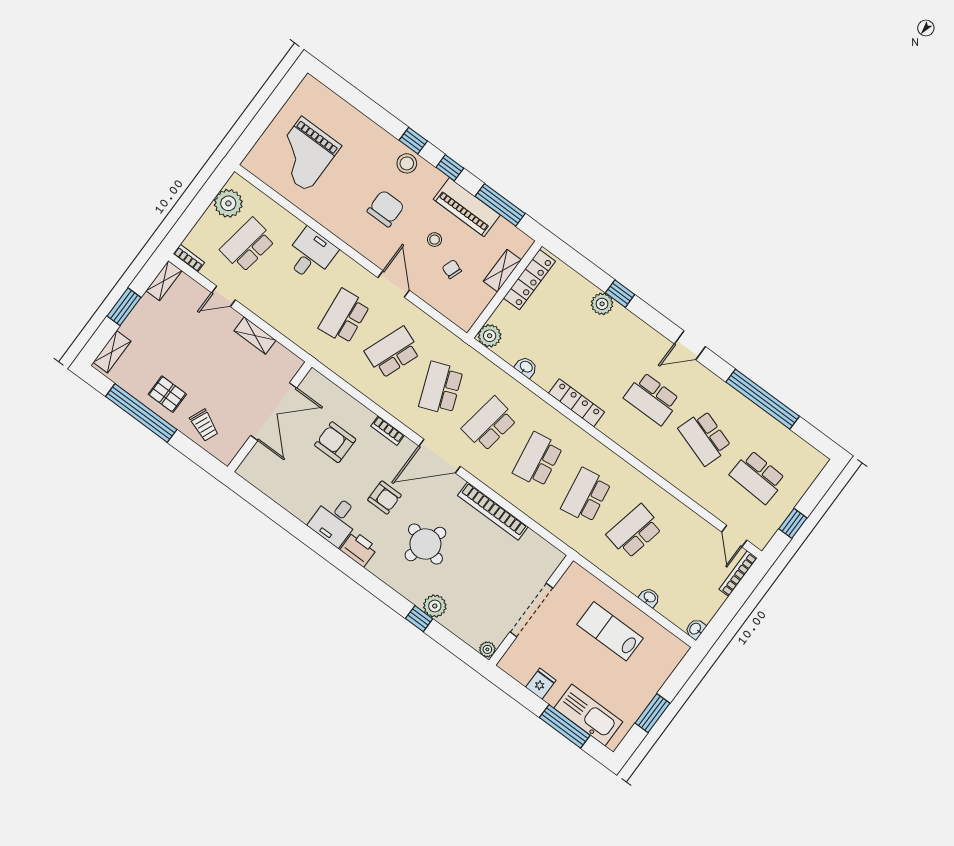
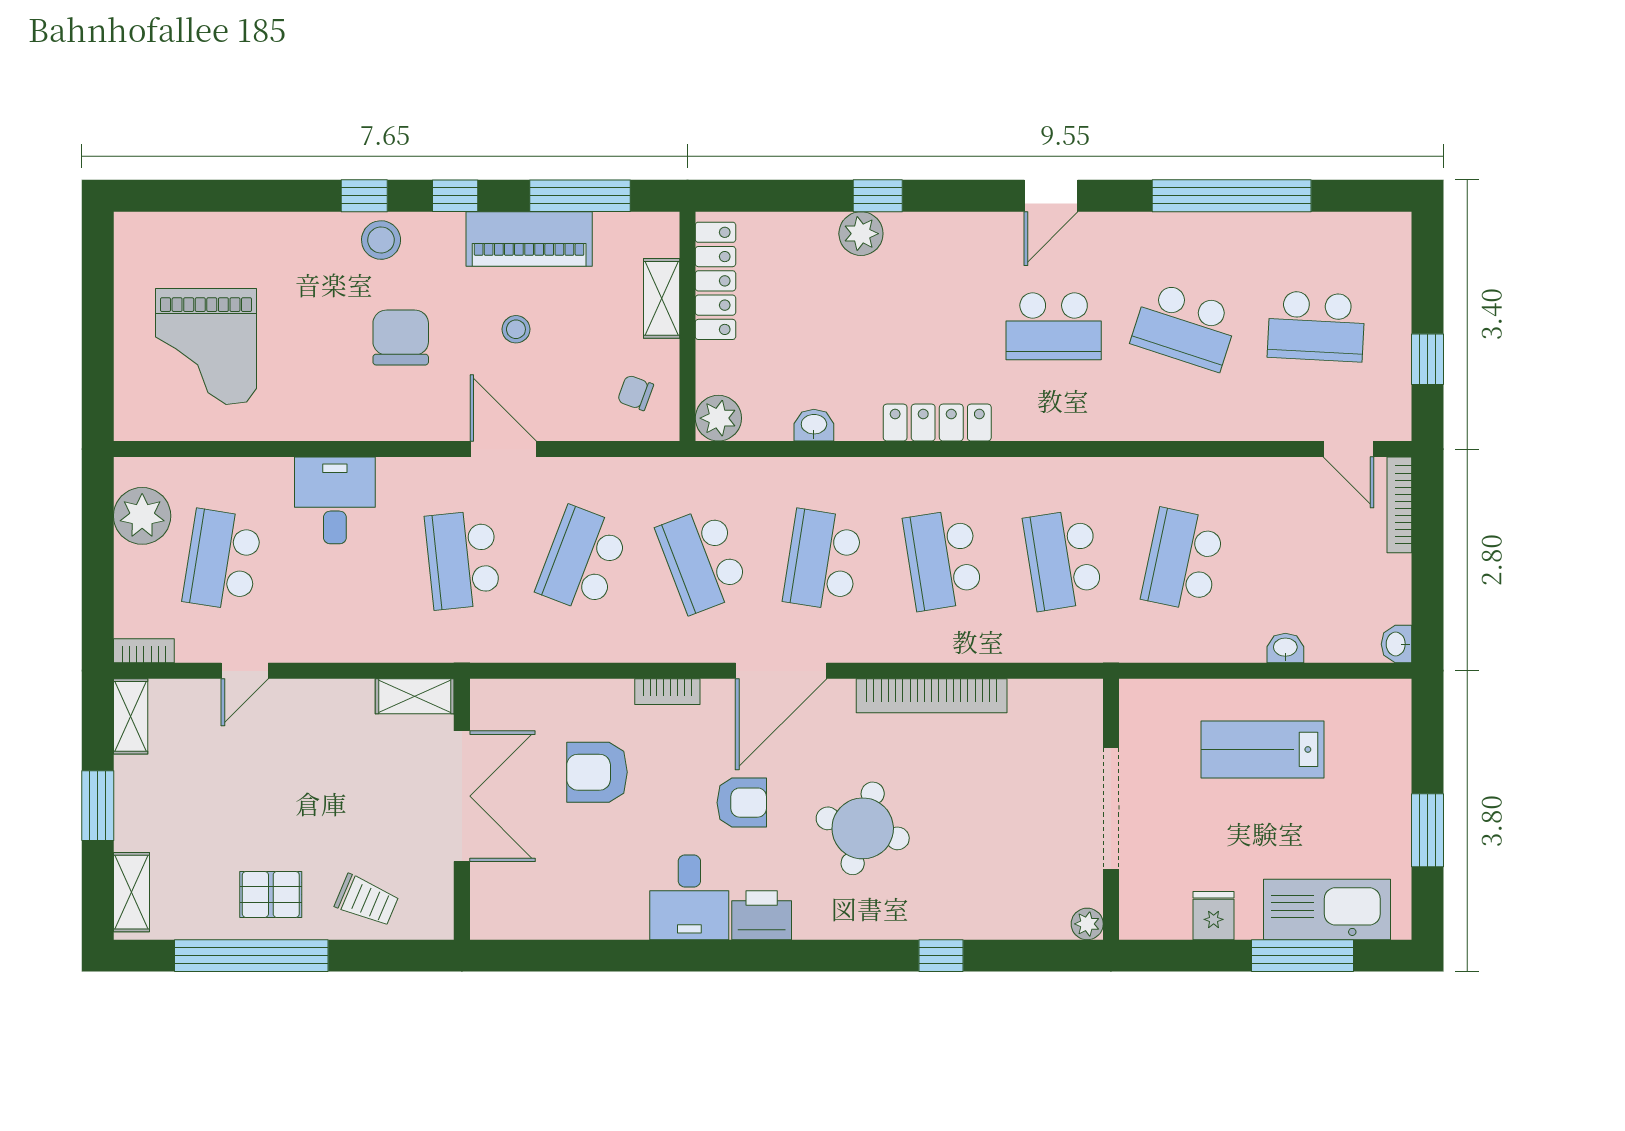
chair: (452, 269) -> (635, 393), moved
shelving: (255, 335) -> (415, 696), moved
plant: (435, 606) -> (951, 917), removed

